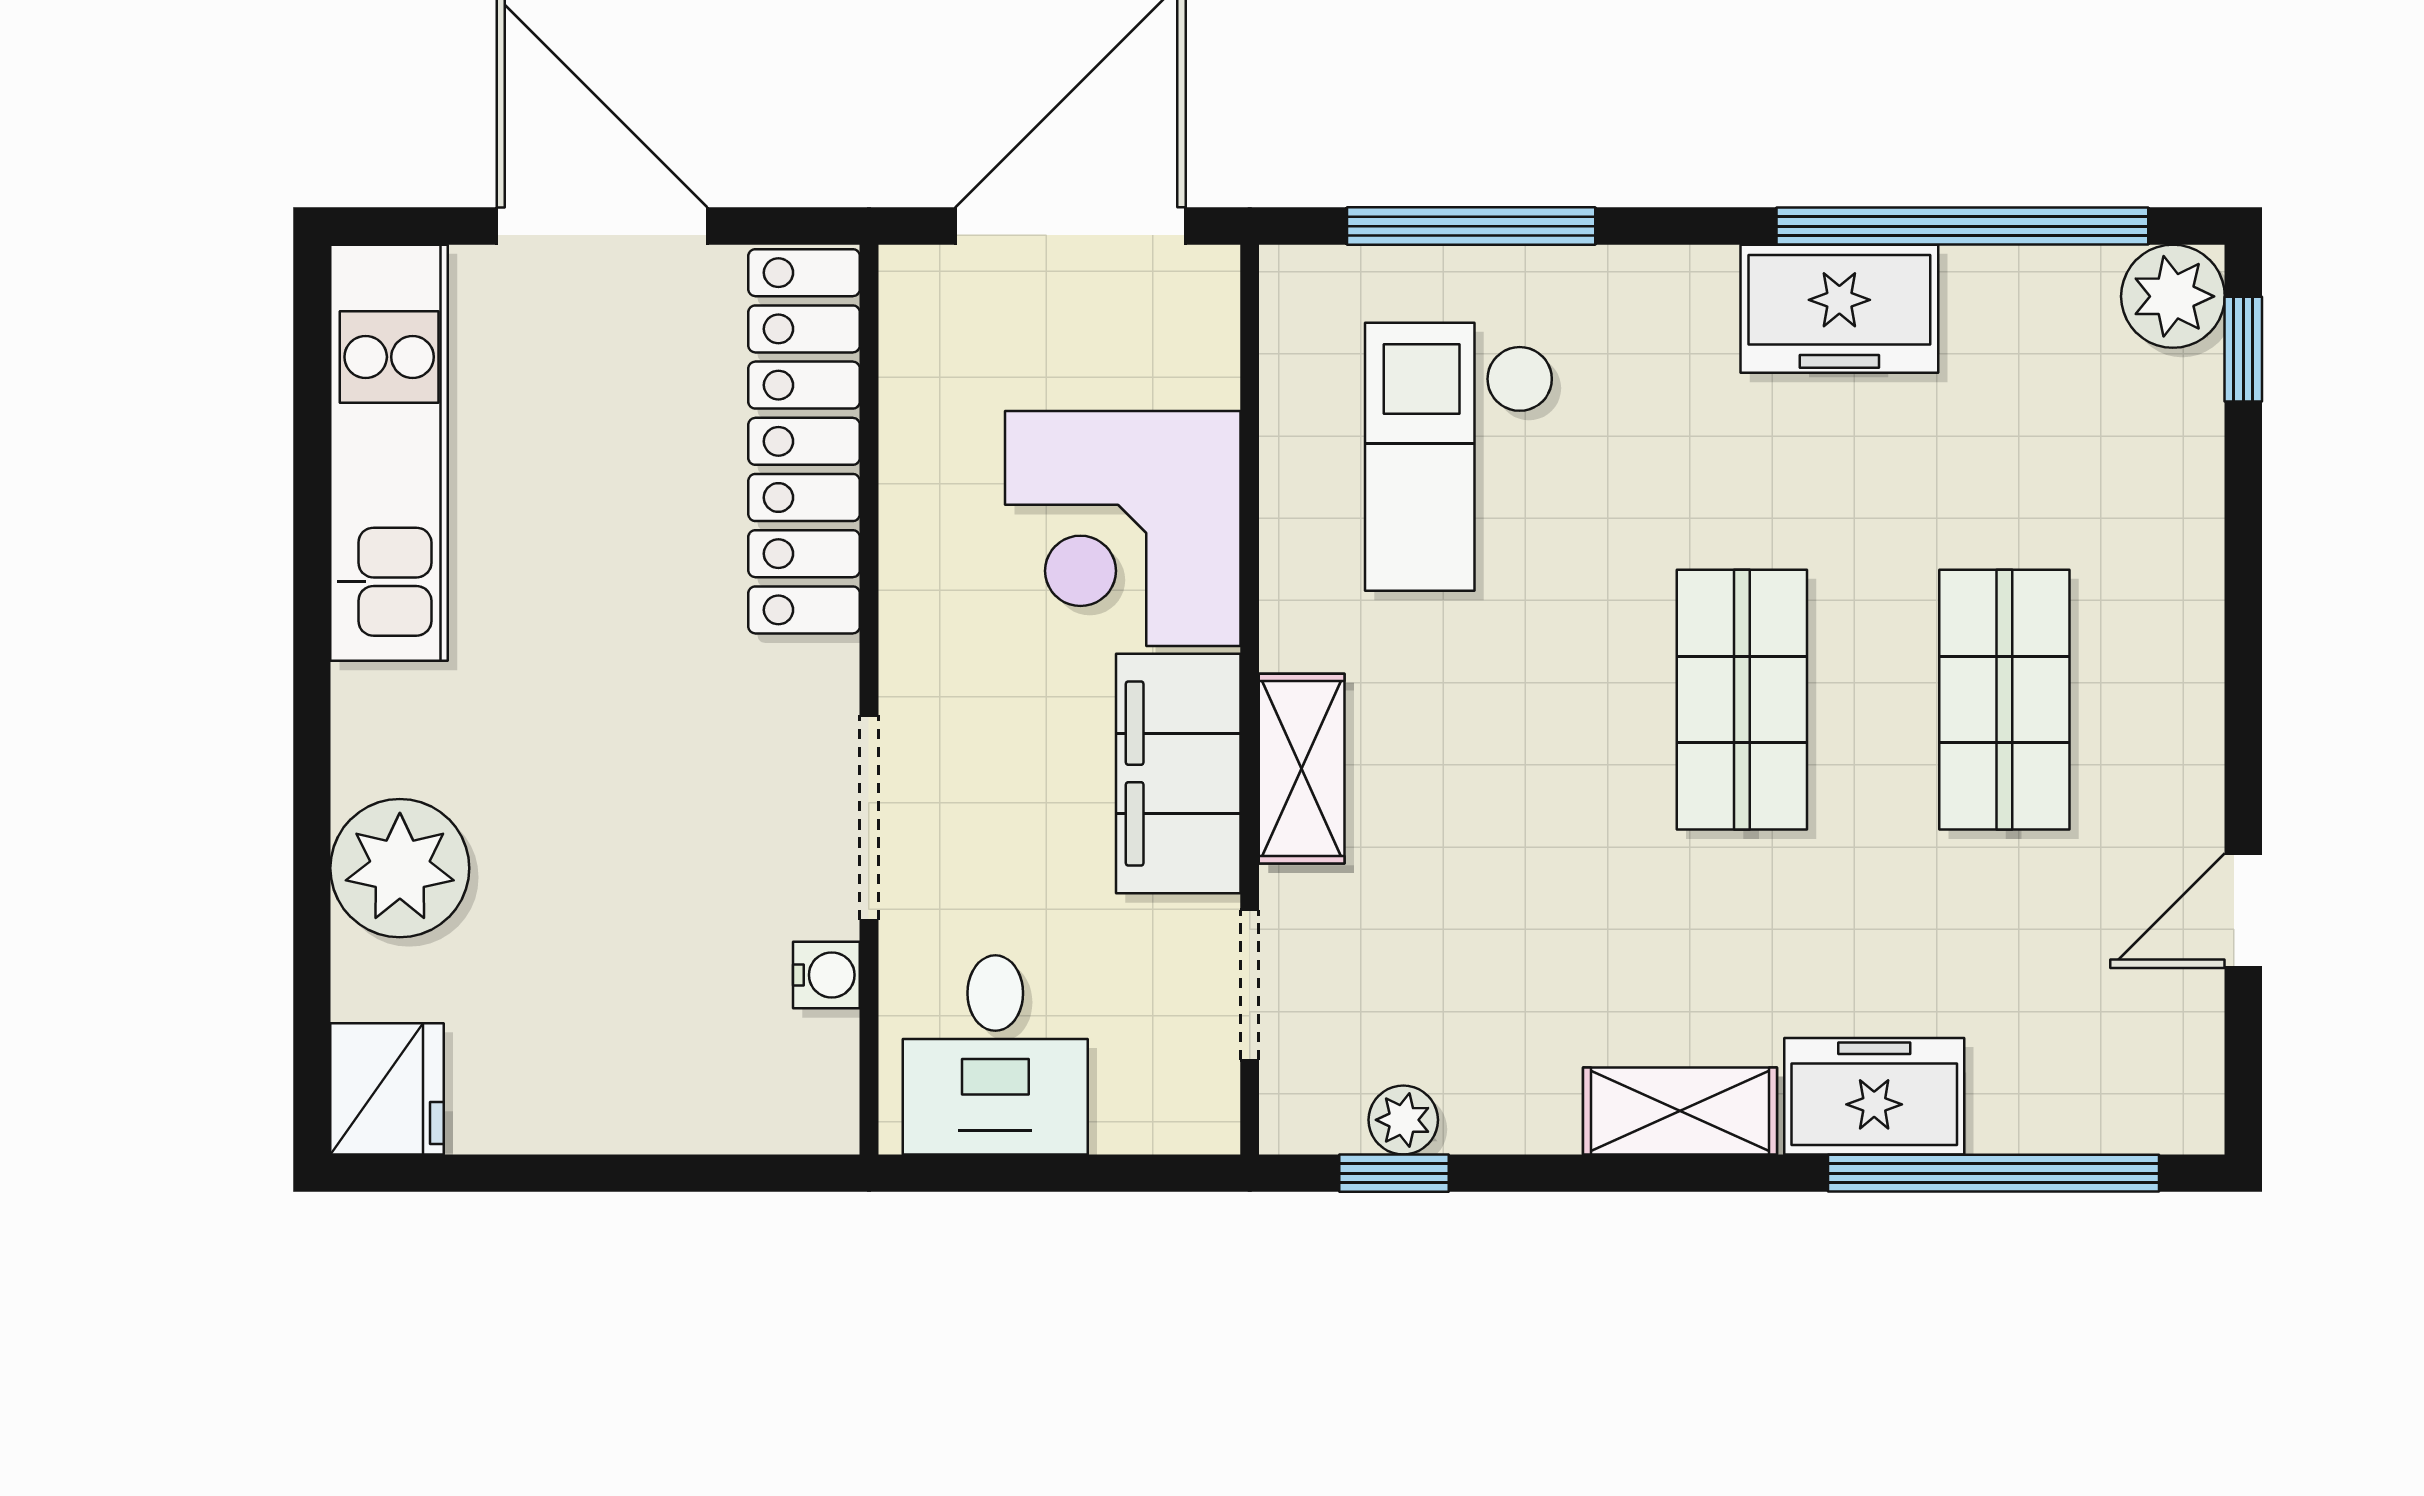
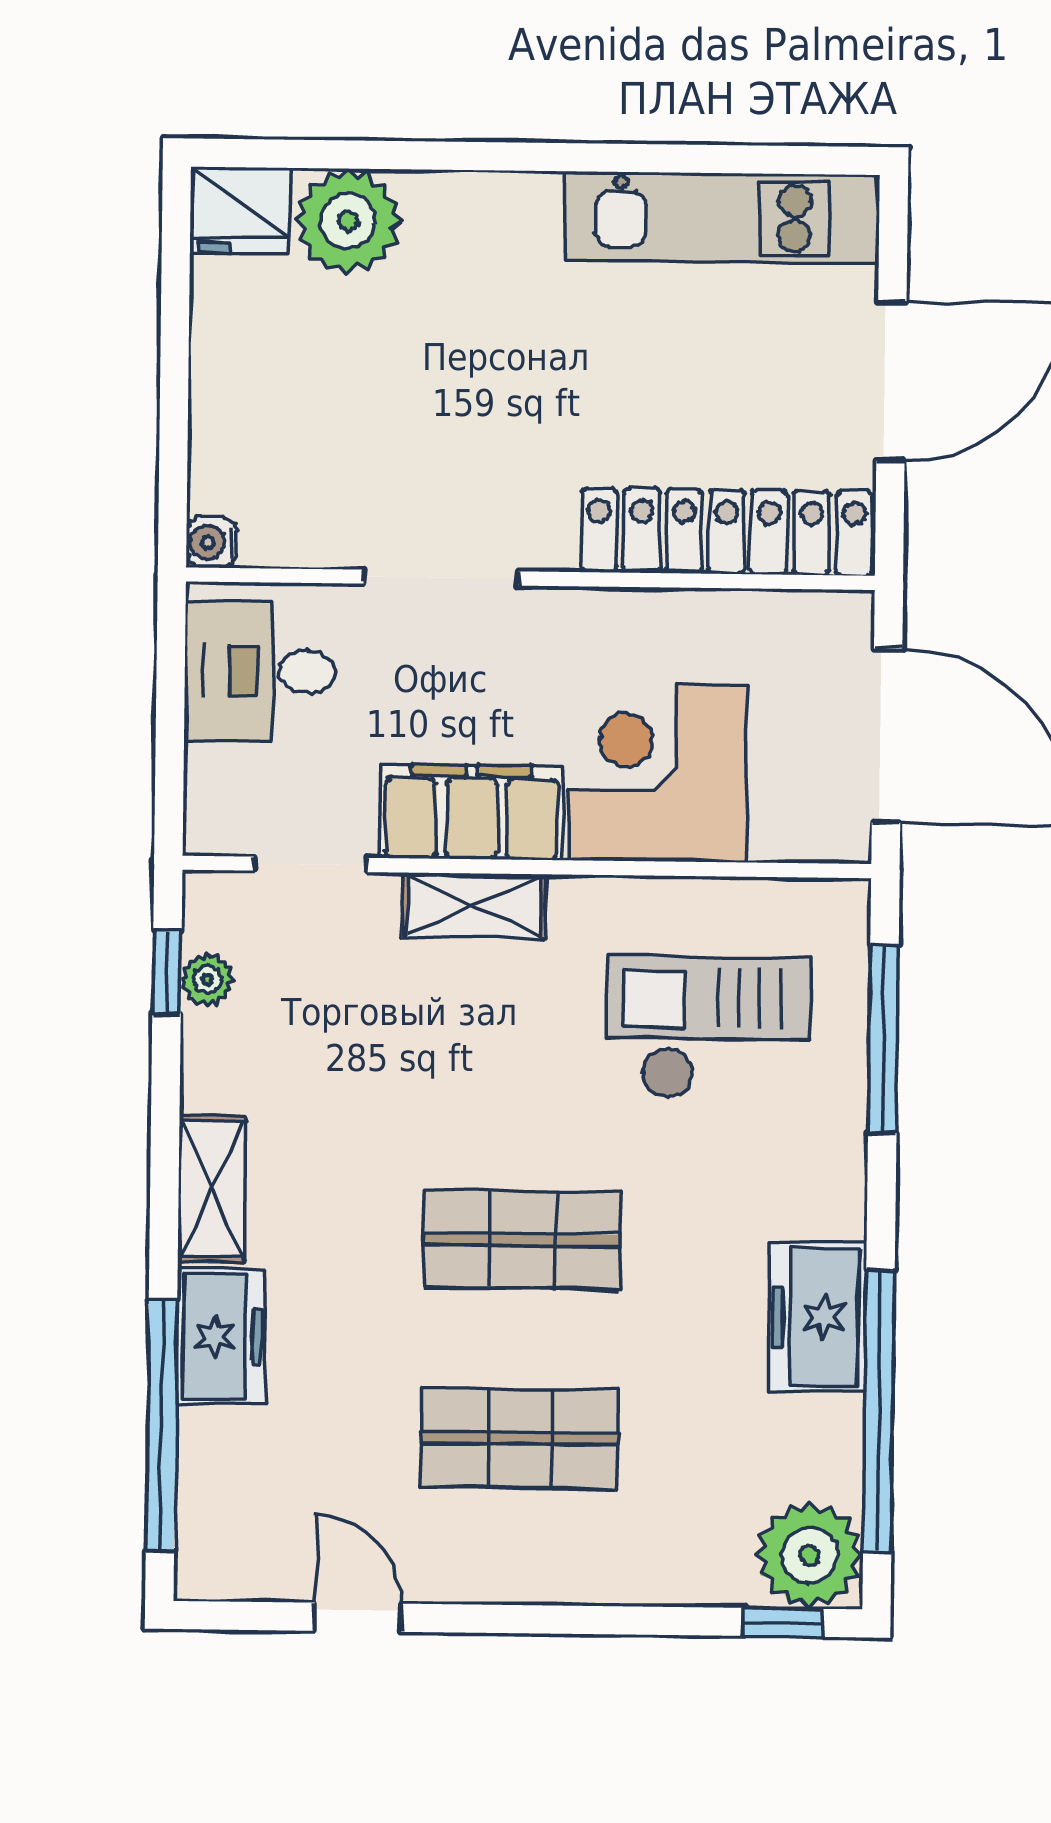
plant: (2173, 296) -> (810, 1555), width x1.36, depth x1.36
plant: (400, 868) -> (348, 221), moved
water cooler: (826, 975) -> (212, 543), moved, turned 90

